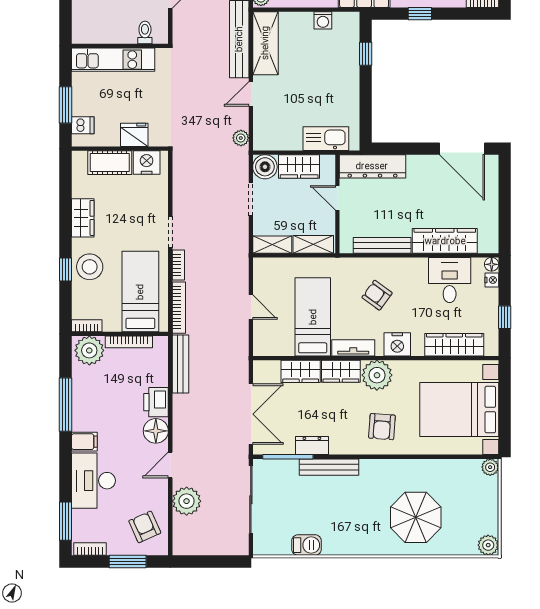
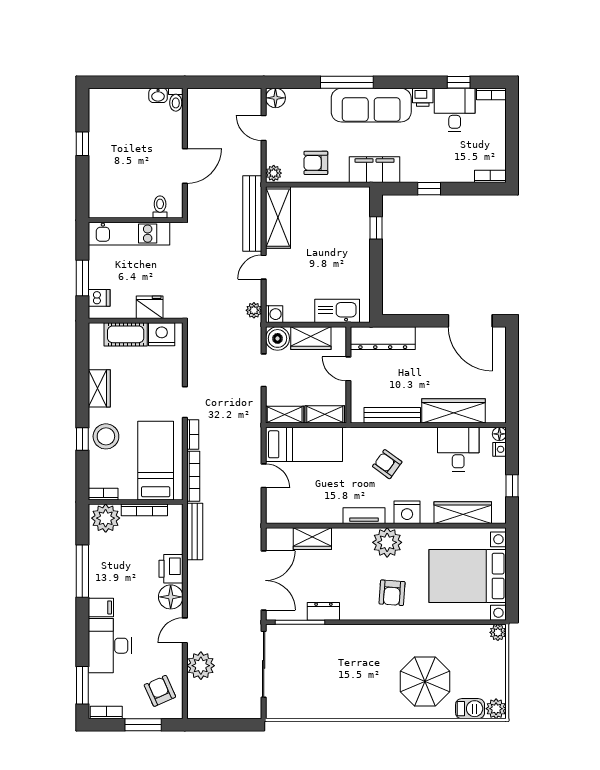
washing machine: (323, 20) -> (274, 314), moved, turned -90
bed: (313, 317) -> (304, 444), moved, turned 90
wardrobe: (341, 371) -> (352, 539), removed
bench: (329, 467) -> (340, 632), removed
barbecue: (307, 545) -> (470, 709), moved

